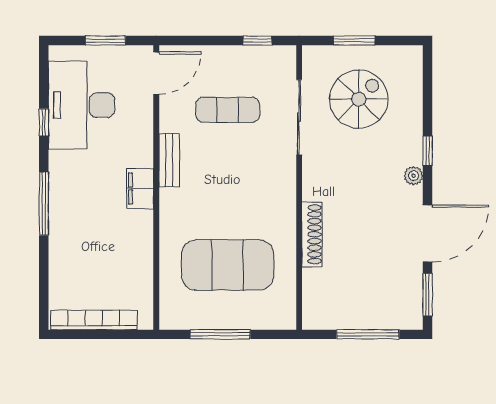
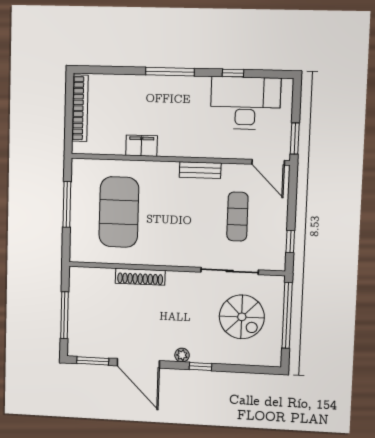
window: (105, 40) -> (295, 139), moved
window: (354, 40) -> (287, 315), width x2.11
filing cabinet: (140, 189) -> (142, 146), moved

